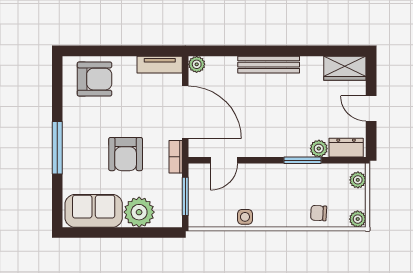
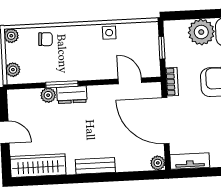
bench: (269, 65) -> (95, 166), width x0.73
wardrobe: (345, 68) -> (38, 166), width x1.50
dresser: (346, 148) -> (72, 95), moved
door: (224, 160) -> (130, 81), hinge flipped
window: (185, 196) -> (162, 48), width x0.67

